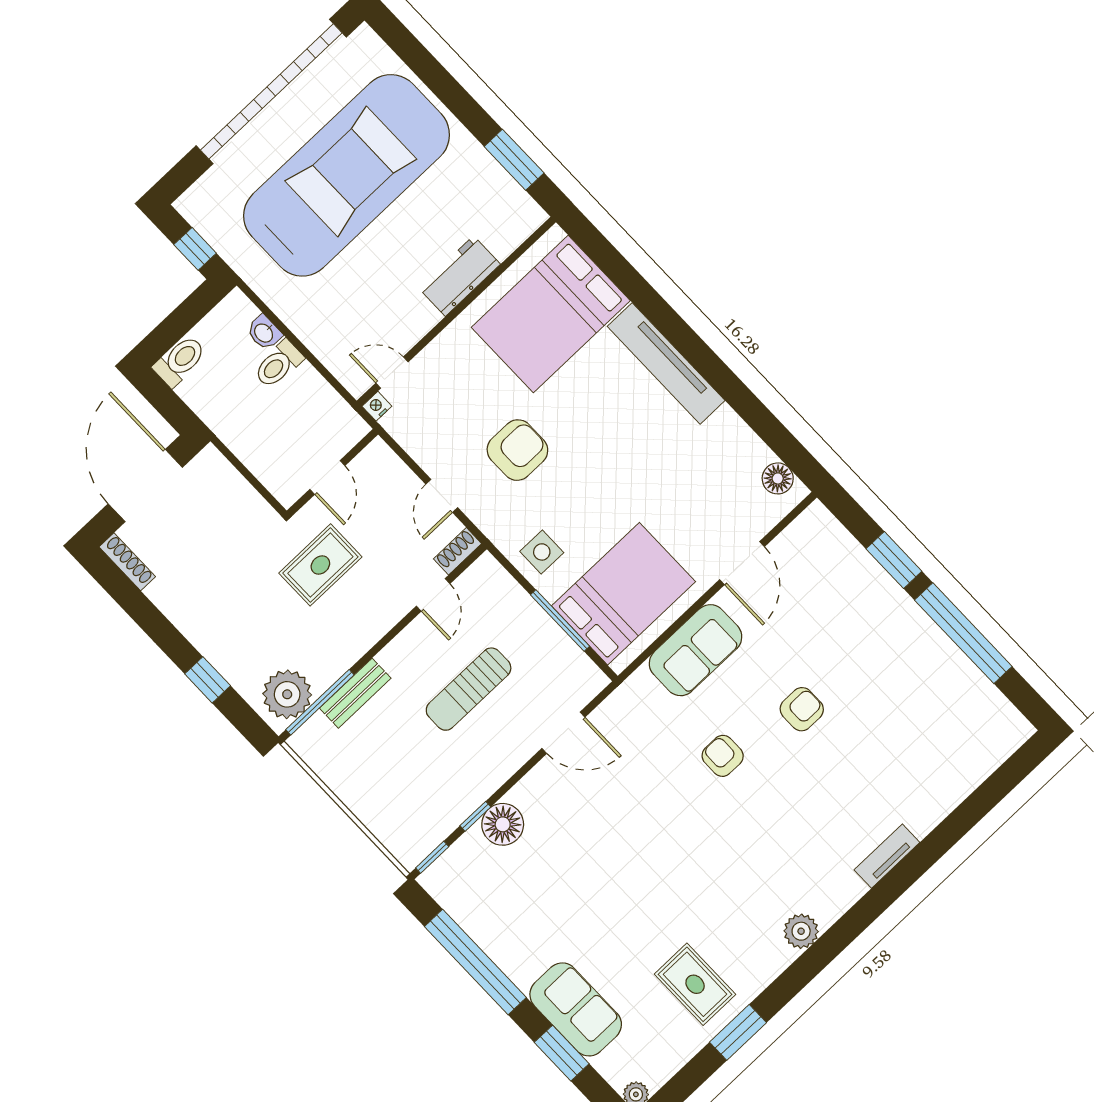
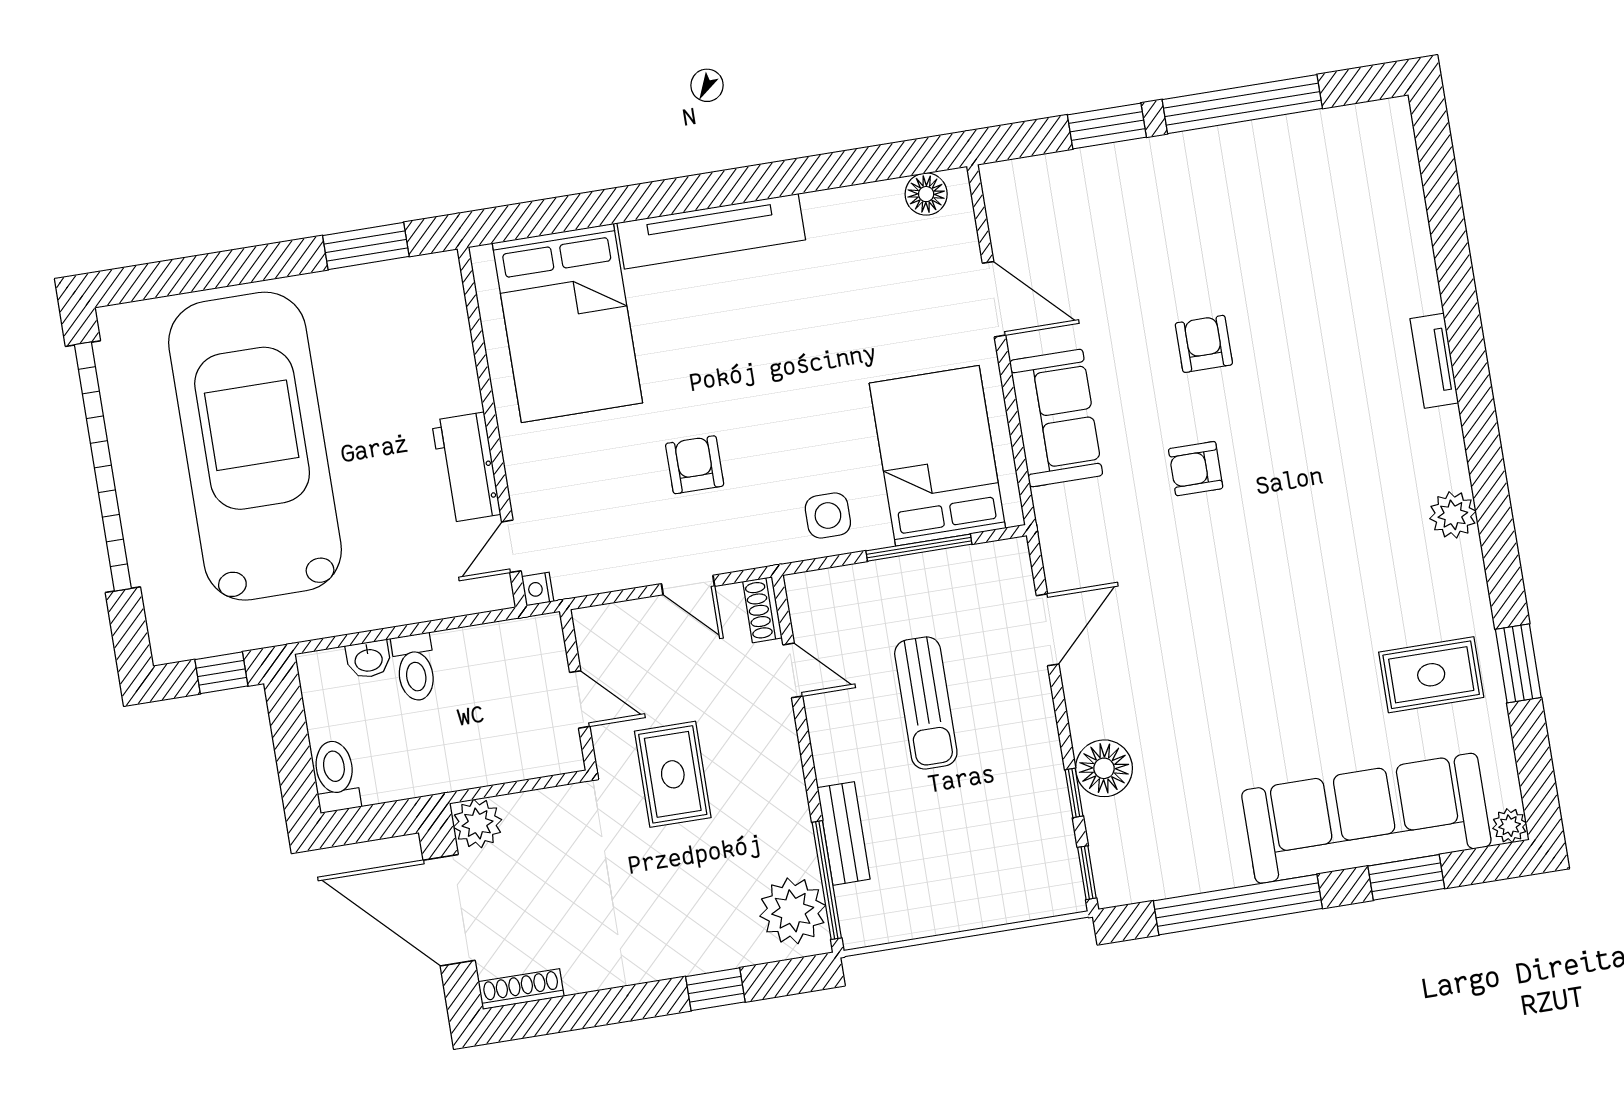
workbench: (459, 276) -> (466, 467), moved
armchair: (517, 450) -> (695, 465), width x0.72, depth x0.72
plant: (210, 467) -> (478, 824), added
sofa: (576, 1009) -> (1366, 818), width x1.85, depth x1.27

